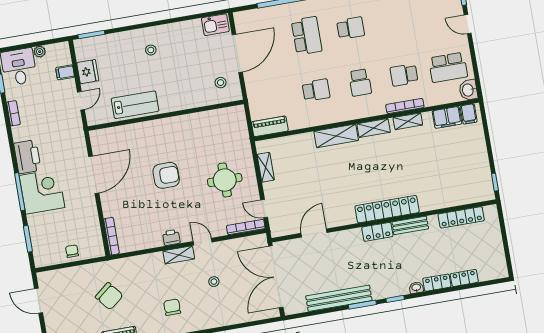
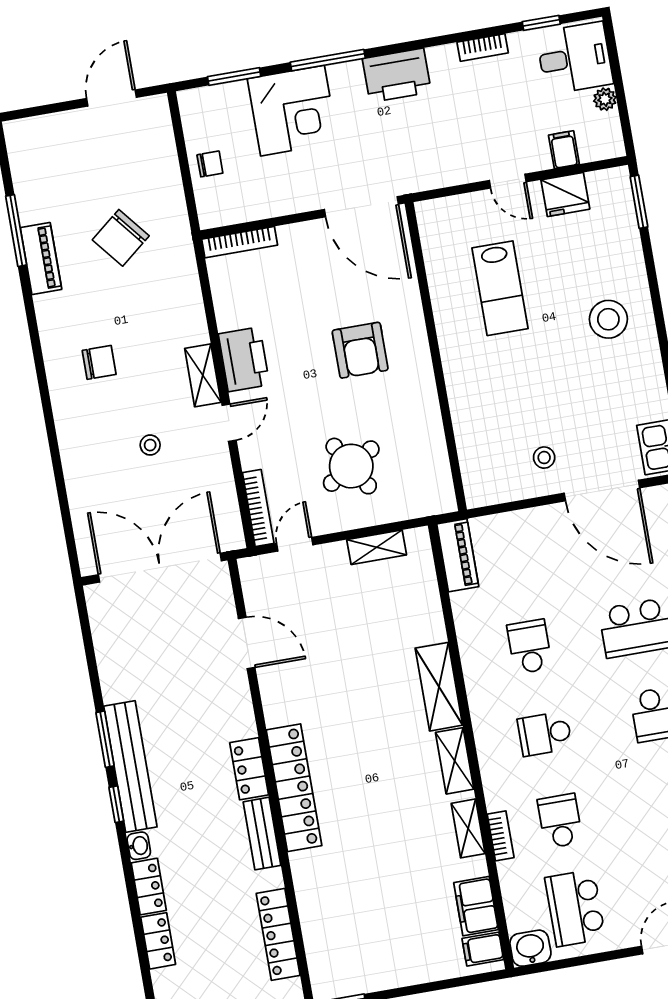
stool: (151, 50) -> (608, 319), width x1.89, depth x1.89
school desk: (316, 90) -> (530, 647), turned 180
bookcase: (405, 106) -> (501, 836), width x0.64
wall: (166, 115) -> (436, 357), moved
round table: (225, 180) -> (351, 466), turned -31
corner desk: (42, 191) -> (292, 111), moved
printer: (171, 237) -> (244, 359), width x1.87, depth x1.48
bench: (339, 298) -> (130, 766), moved

